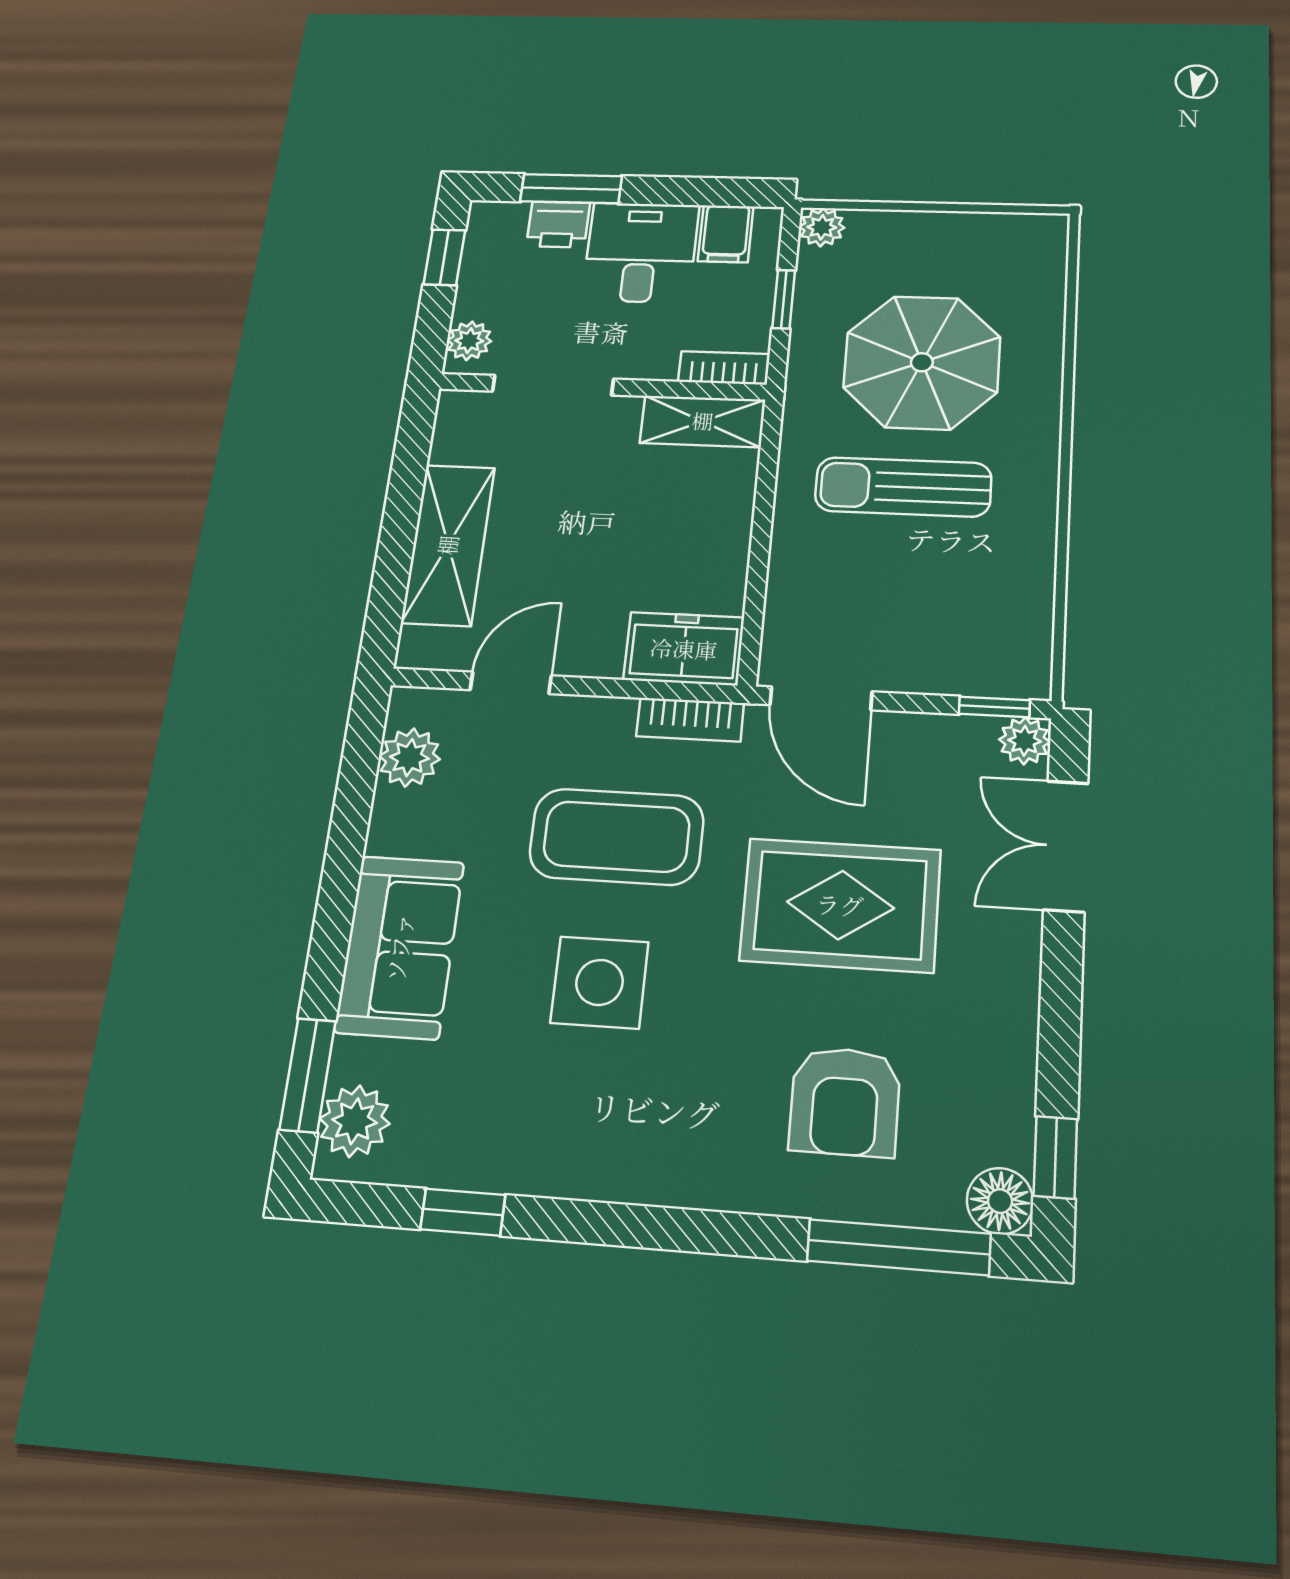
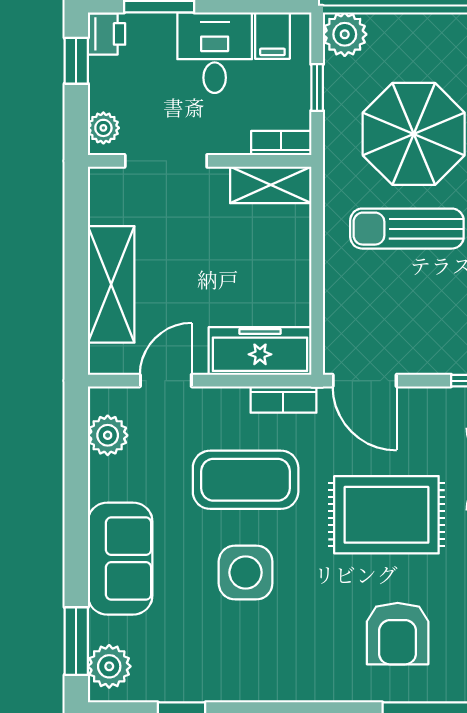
printer: (558, 224) -> (106, 34), moved, turned -90
plant: (822, 227) -> (345, 34), width x1.38, depth x1.38
freezer: (684, 649) -> (260, 351), width x1.40

